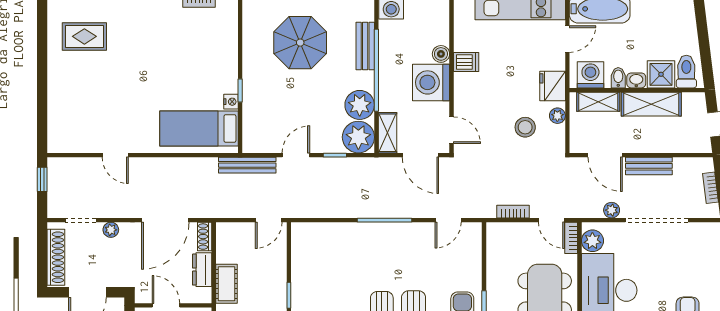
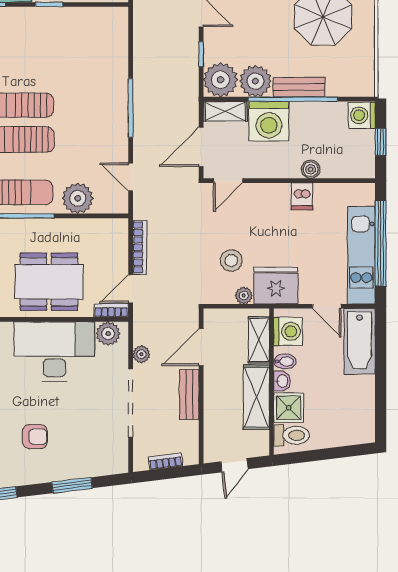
bench: (365, 46) -> (299, 87), moved
washing machine: (431, 82) -> (269, 121), moved, turned 180
fridge: (553, 86) -> (276, 286), width x1.36, depth x1.34
bookcase: (513, 212) -> (140, 247), width x1.56
plant: (468, 269) -> (78, 198), added

